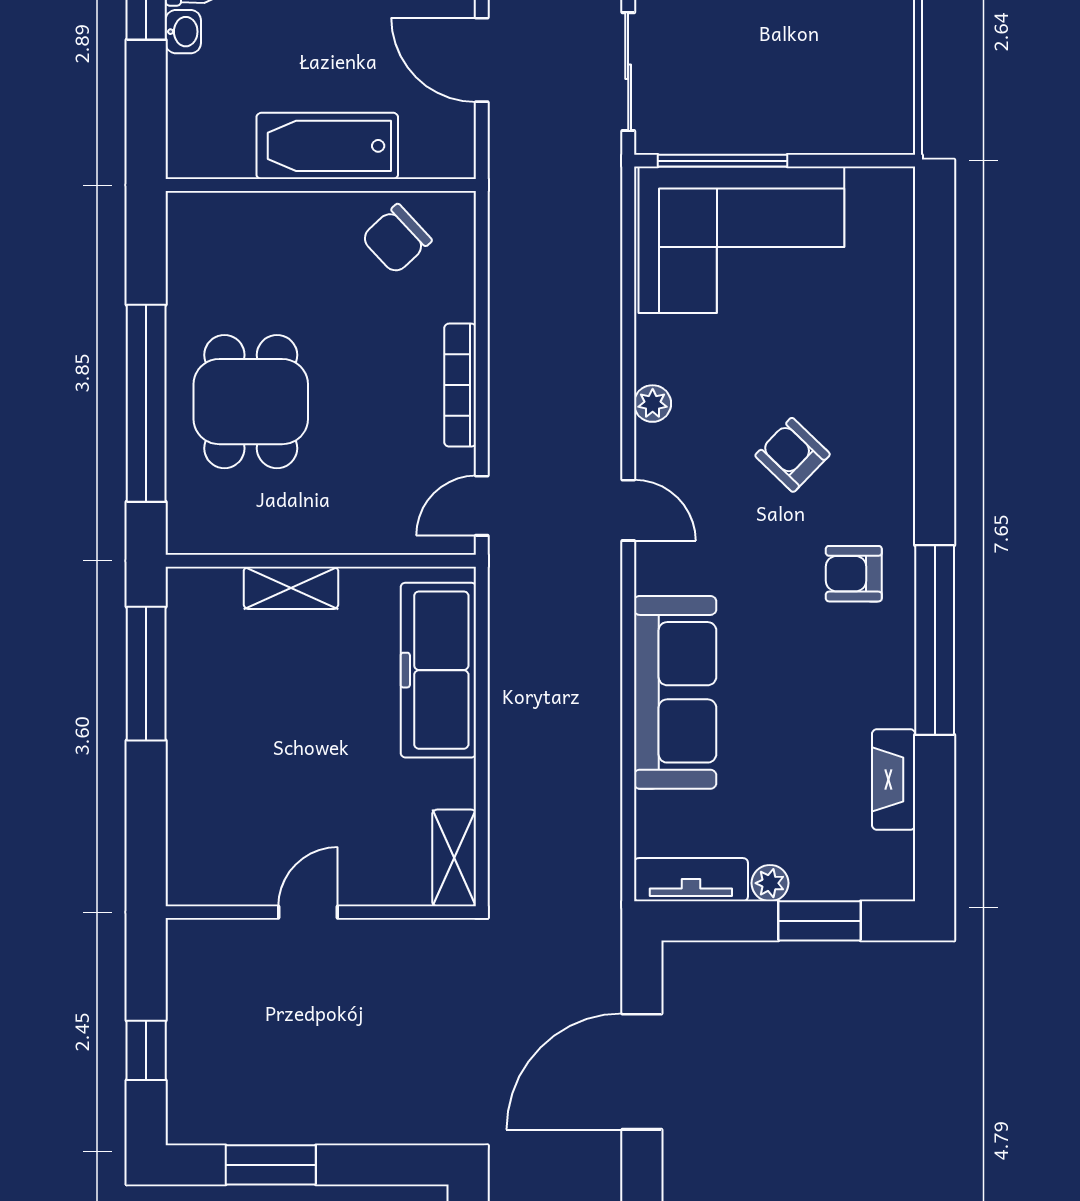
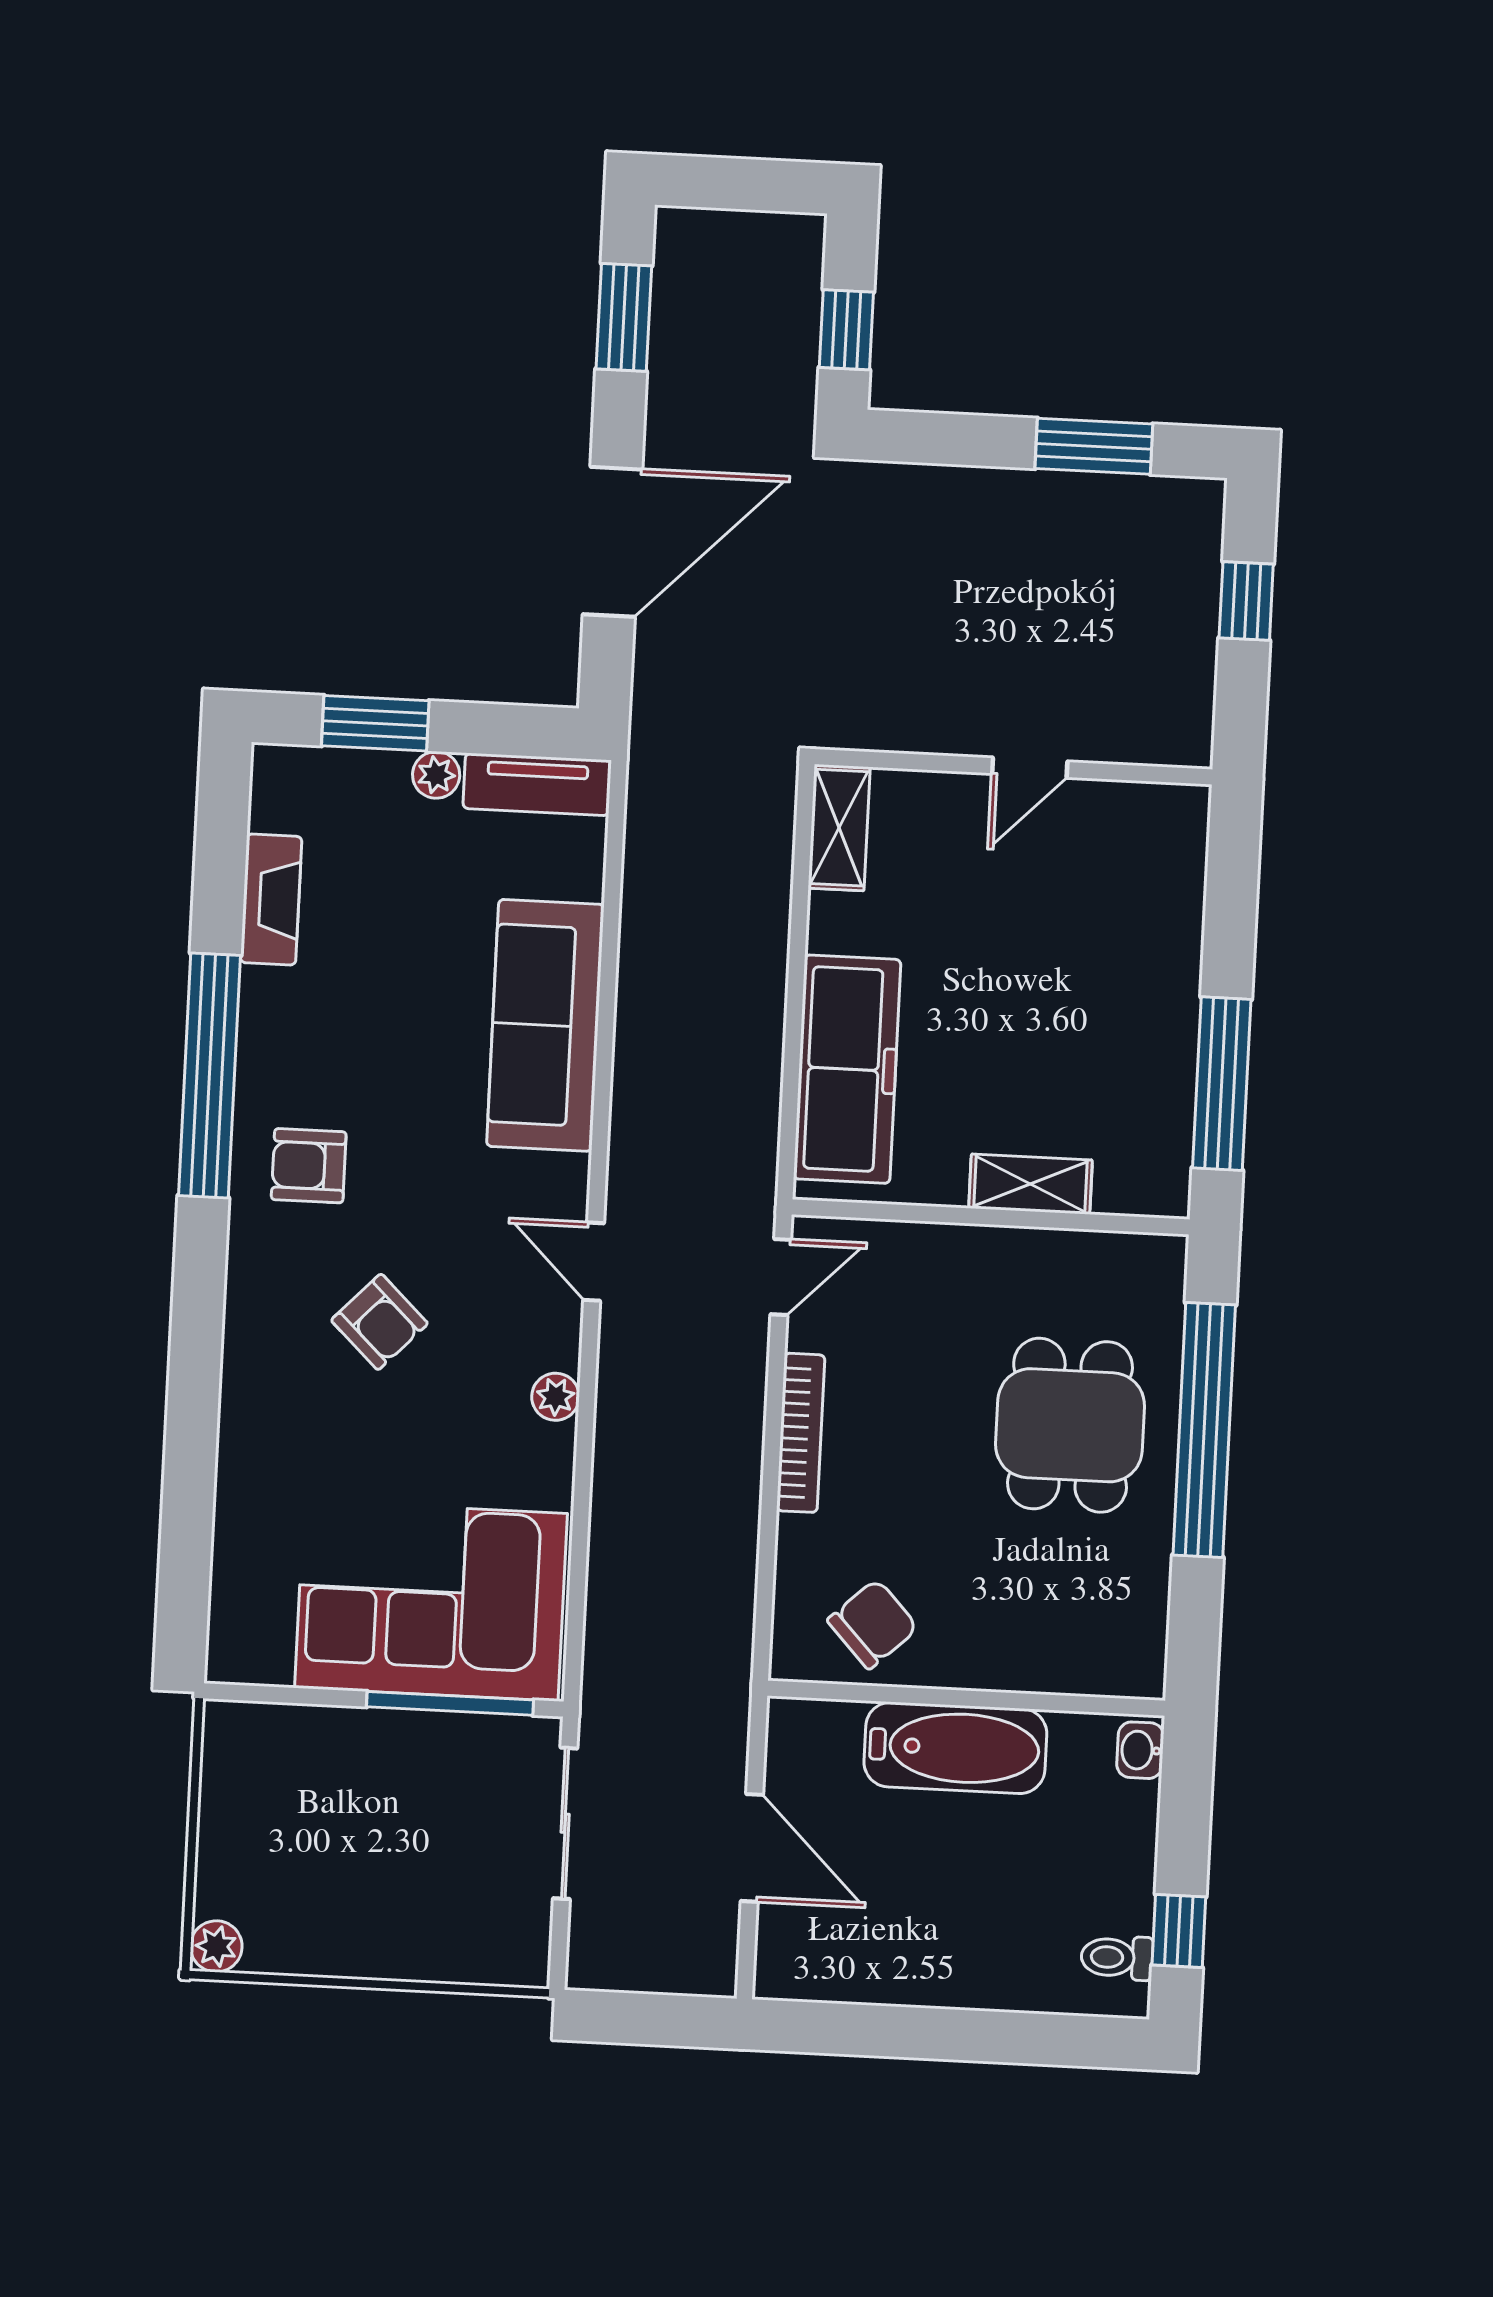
washbasin: (183, 32) -> (1140, 1750), moved
armchair: (854, 574) -> (309, 1166), turned 180

